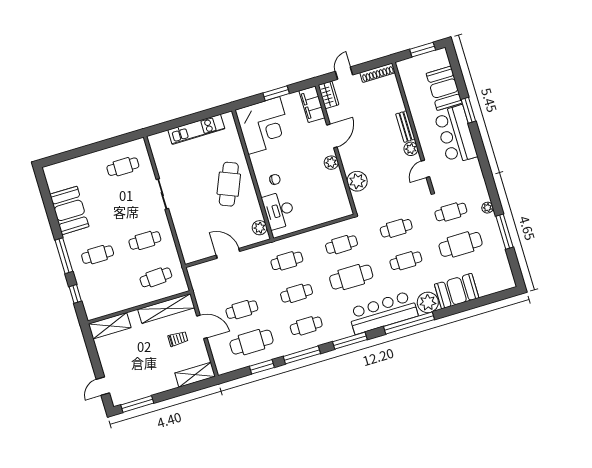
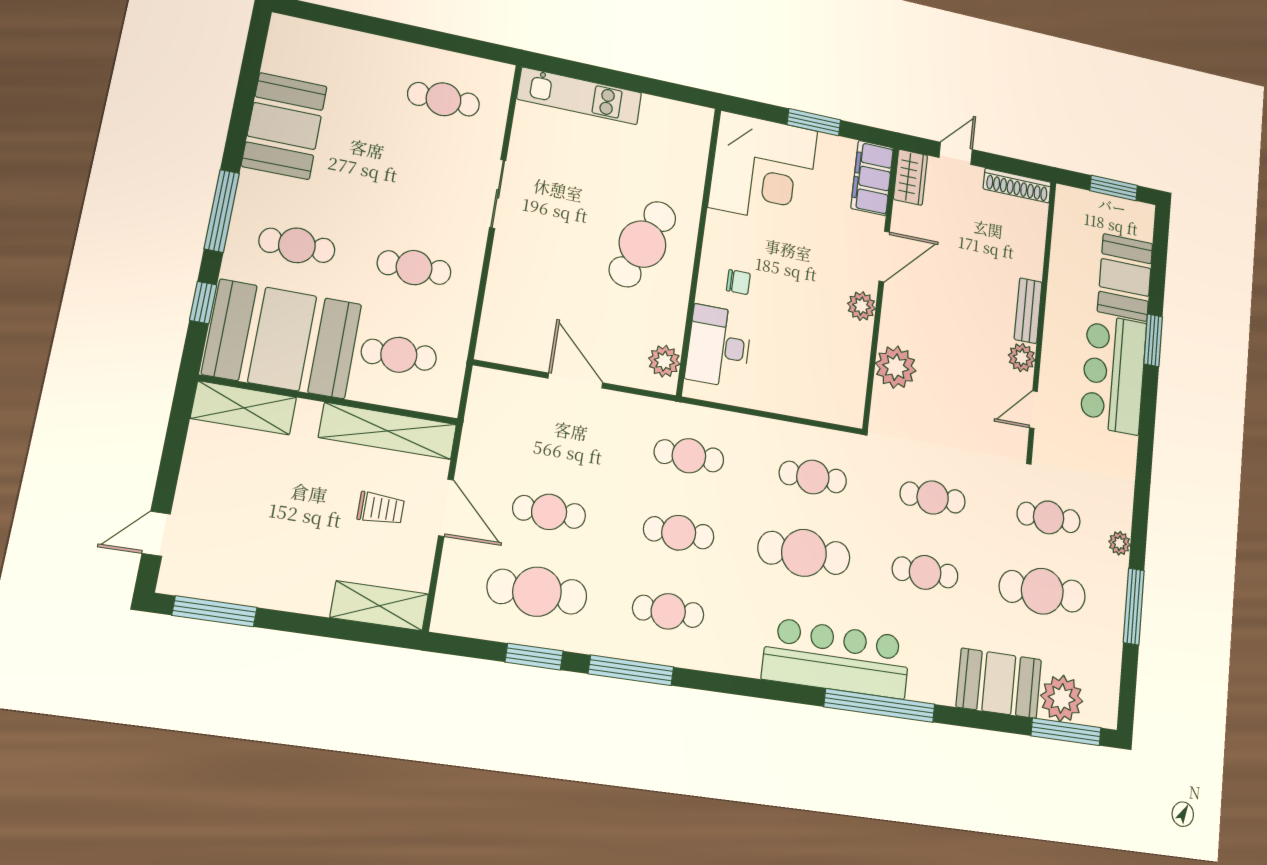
kitchen unit: (196, 129) -> (580, 96), moved
booth: (110, 293) -> (282, 339), added
plant: (428, 302) -> (1062, 698), moved
window: (350, 341) -> (1066, 732), moved

